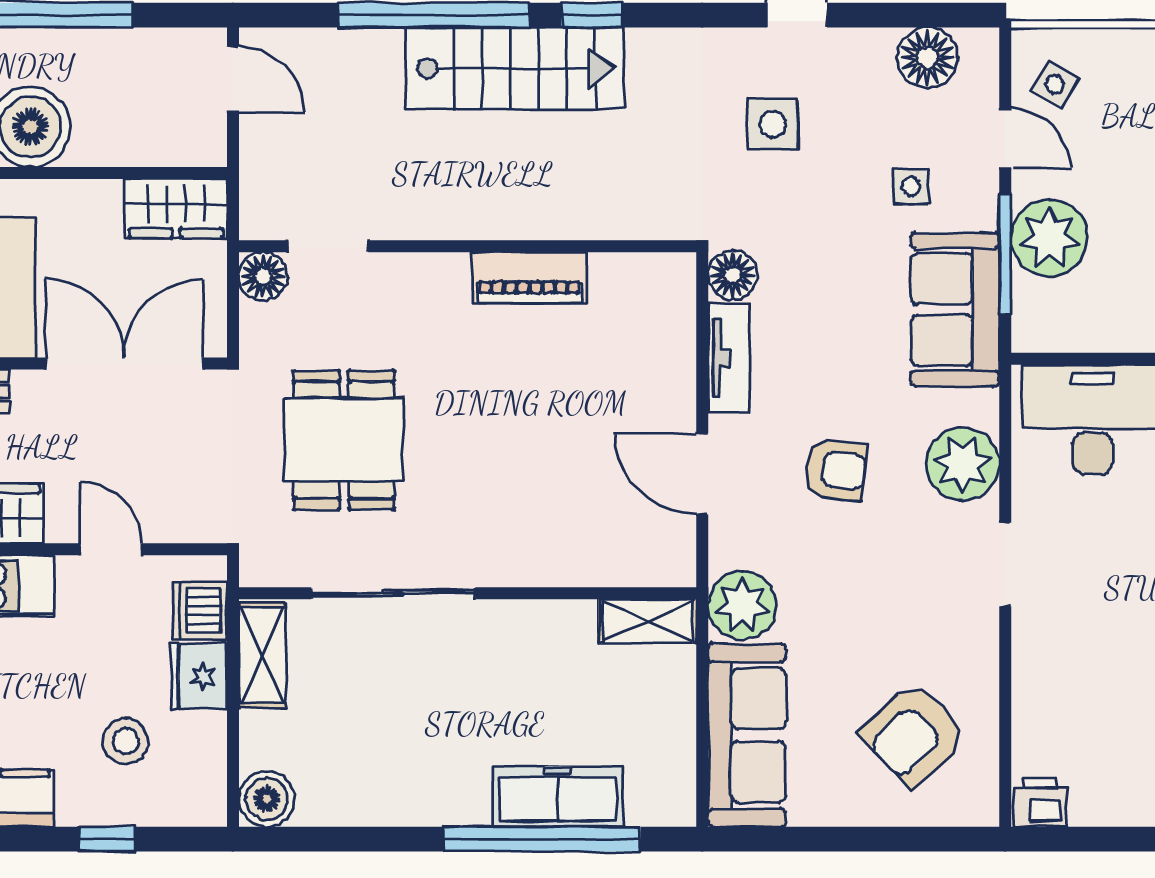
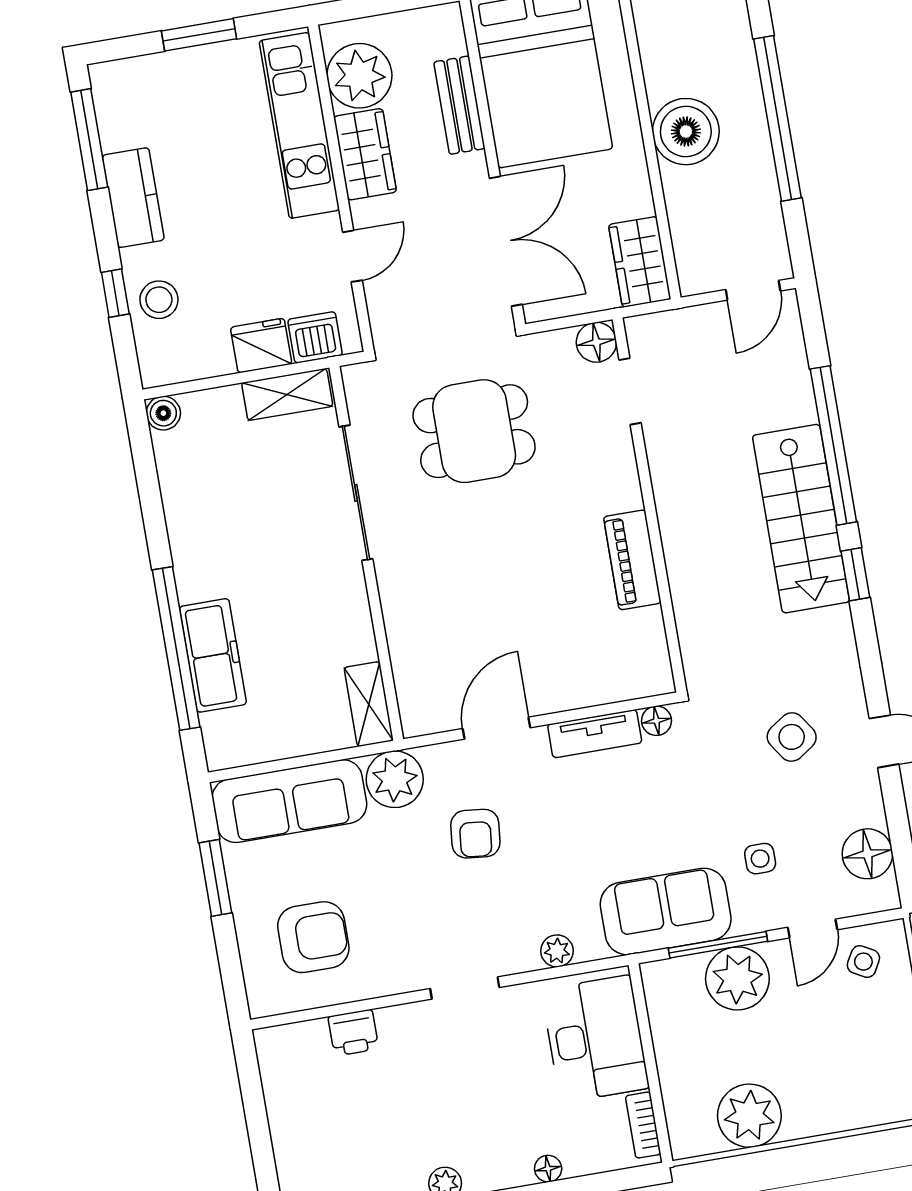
side table: (773, 124) -> (792, 737), turned -34
floor lamp: (733, 275) -> (656, 721), width x0.73, depth x0.73
plant: (963, 464) -> (557, 951), width x0.53, depth x0.53
armchair: (836, 470) -> (475, 834), moved
armchair: (914, 735) -> (313, 937), turned 133
stool: (126, 741) -> (159, 300), moved
boiler: (267, 799) -> (163, 413), width x0.73, depth x0.73
printer: (1040, 802) -> (353, 1033), moved, turned 90
window: (823, 839) -> (215, 878), added

